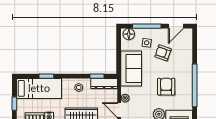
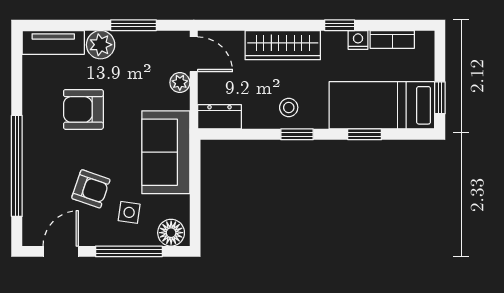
window: (97, 76) -> (297, 134), moved
dresser: (104, 84) -> (220, 117), width x0.70
window: (195, 85) -> (17, 166), moved
armchair: (166, 87) -> (83, 109), turned 90
window: (14, 104) -> (440, 98), moved

